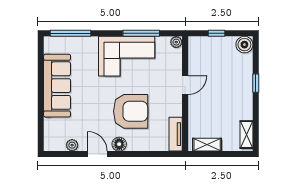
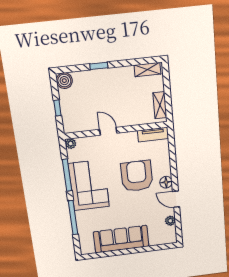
window: (71, 33) -> (73, 218), moved
door: (97, 154) -> (176, 199), hinge flipped

